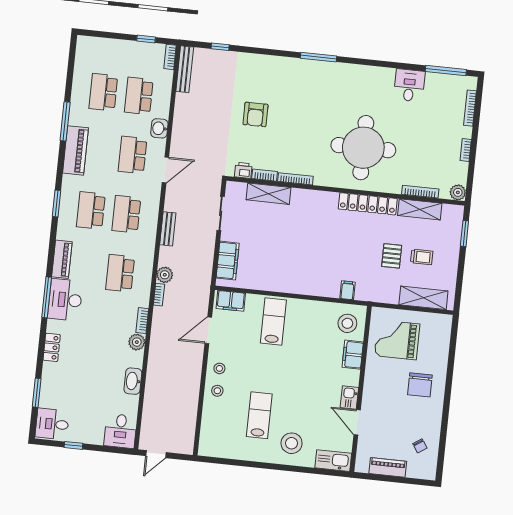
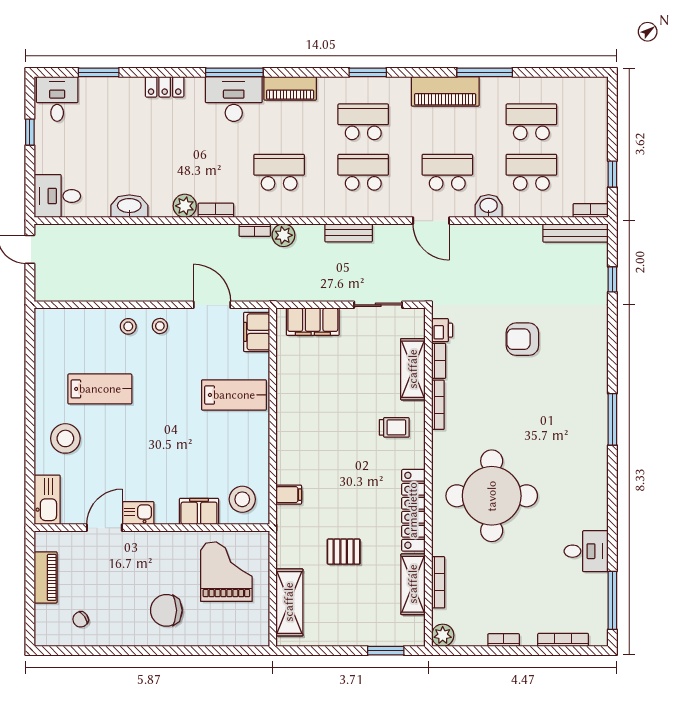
trolley: (422, 257) -> (394, 427), moved, turned -90

